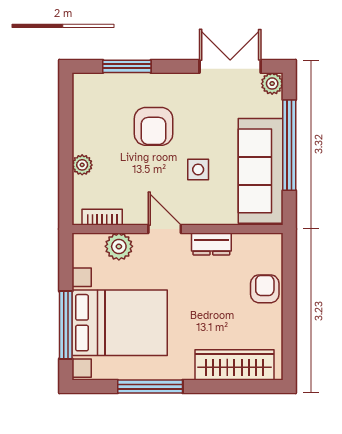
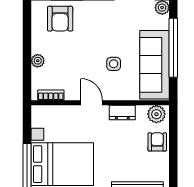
armchair: (153, 126) -> (60, 19), moved
plant: (119, 246) -> (156, 114), moved

